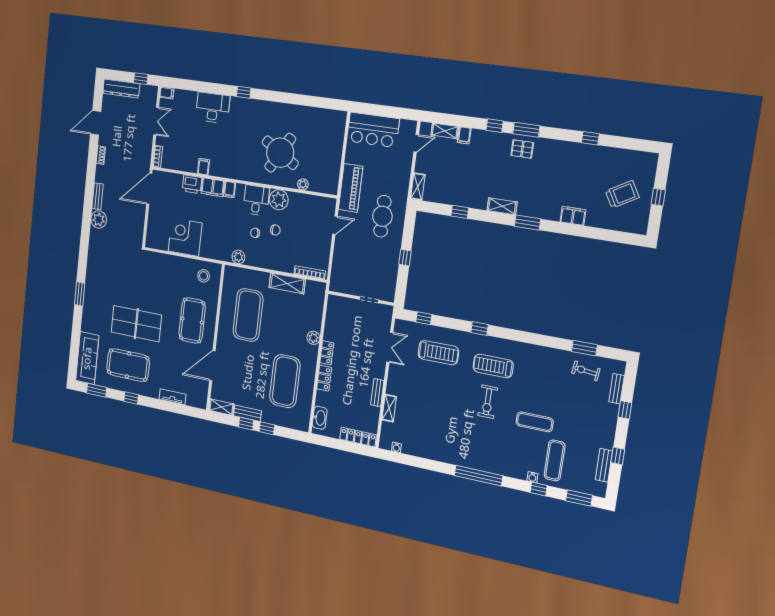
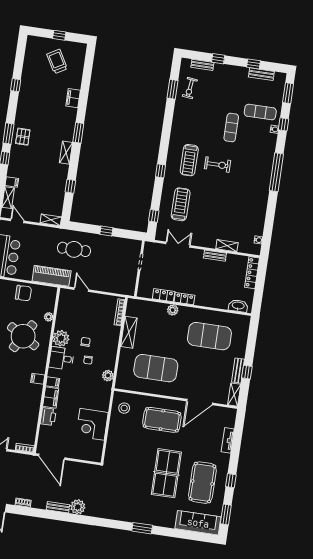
chair: (330, 152) -> (23, 293), added
filing cabinet: (204, 167) -> (38, 379), moved
door: (212, 366) -> (200, 402), hinge flipped
locker: (324, 378) -> (164, 295), moved
window: (267, 428) -> (250, 353), removed

